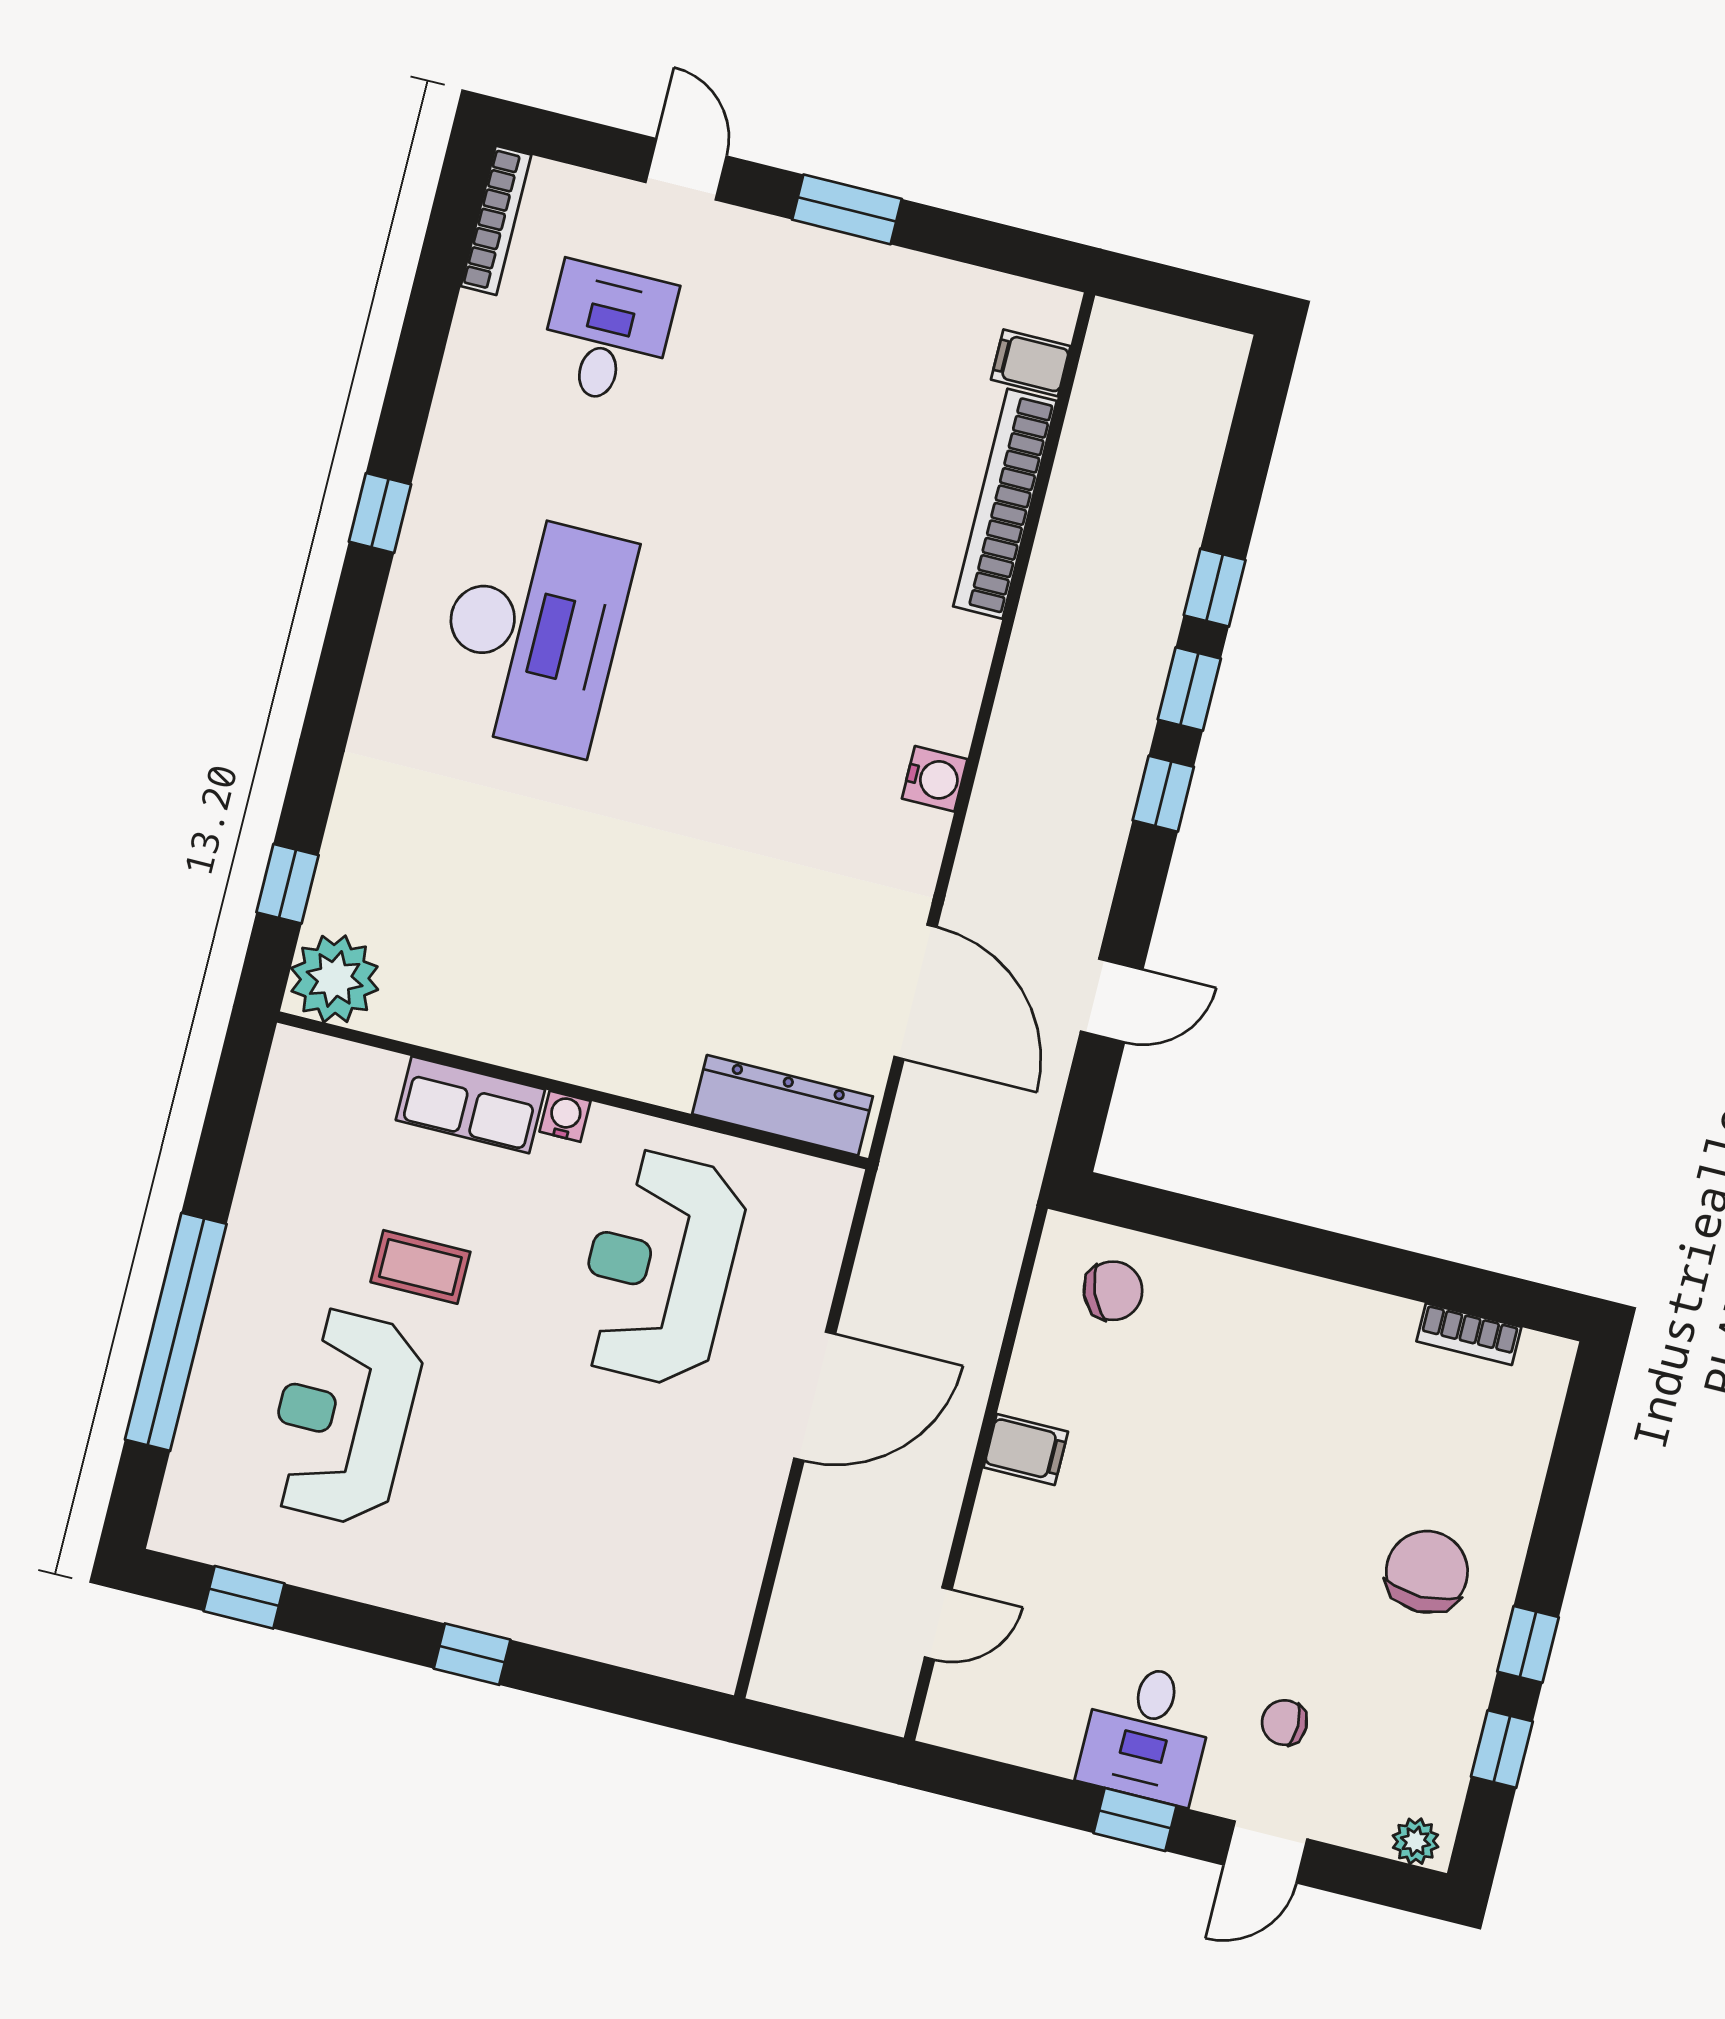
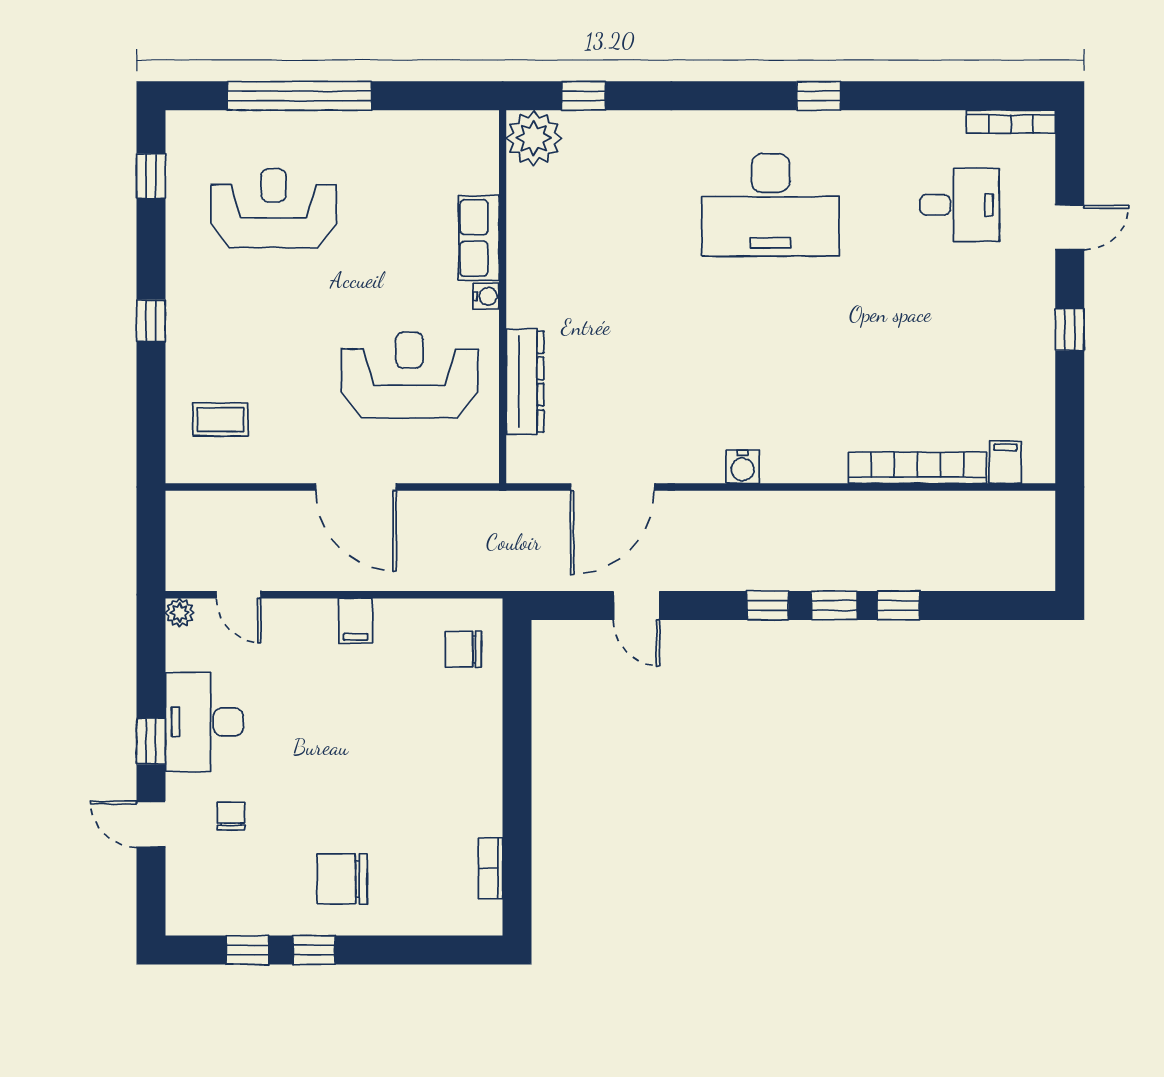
window: (847, 209) -> (1070, 330), width x0.67
dresser: (783, 1105) -> (525, 382), moved
coffee table: (420, 1267) -> (220, 420), moved, turned 90
chair: (1113, 1291) -> (463, 649), turned 113
chair: (1427, 1572) -> (342, 879), turned 180
desk: (1147, 1733) -> (204, 722), width x1.37
plant: (1415, 1841) -> (180, 613), moved

